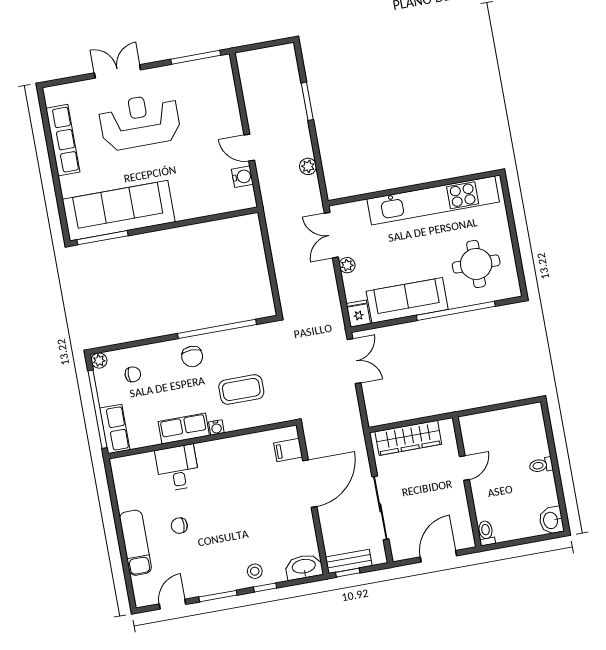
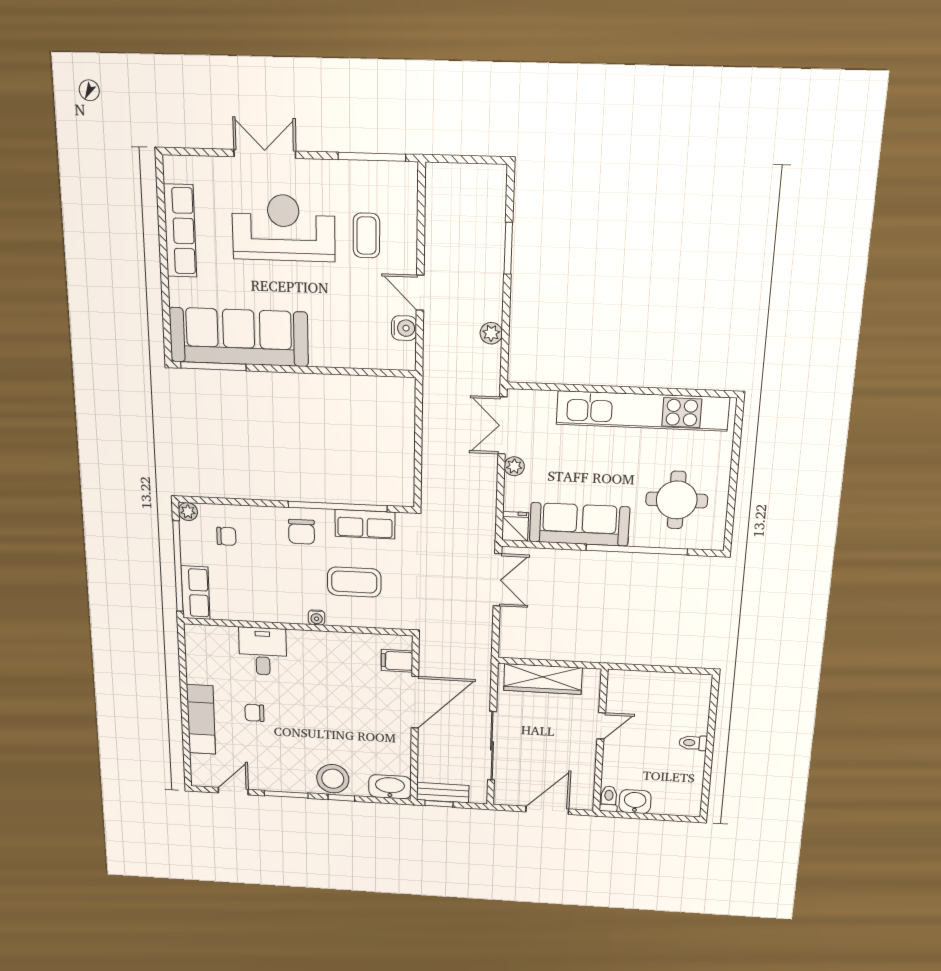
coffee table: (202, 114) -> (366, 235), added
row of seats: (184, 429) -> (365, 524), moved, turned 180
washbasin: (551, 520) -> (635, 802), moved, turned 90
stool: (255, 571) -> (333, 779), width x1.89, depth x1.89

